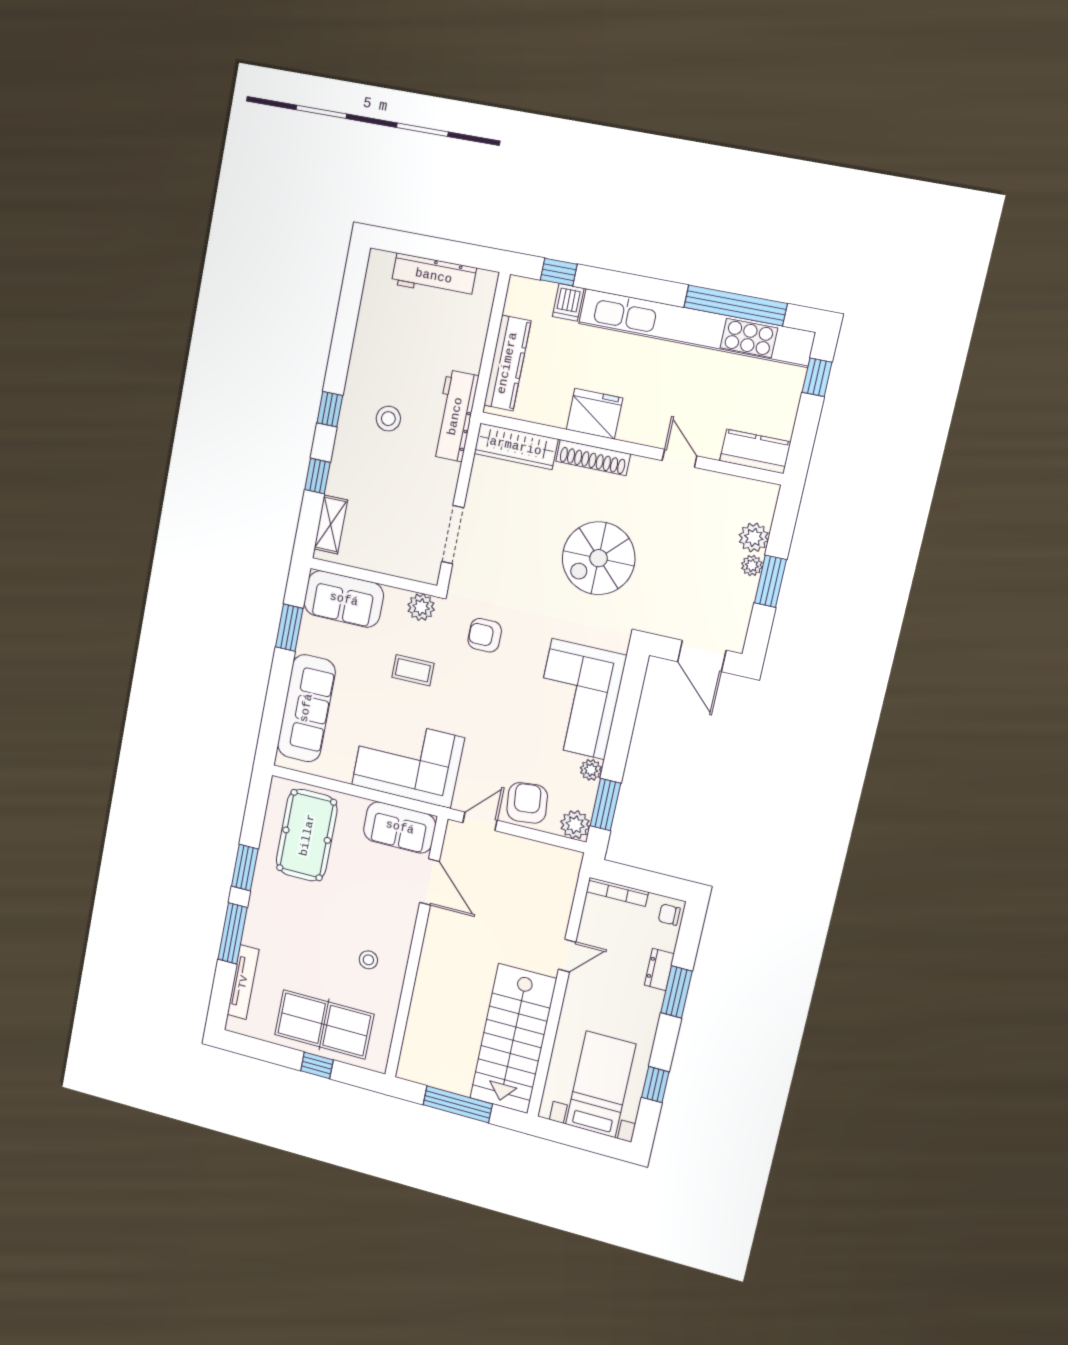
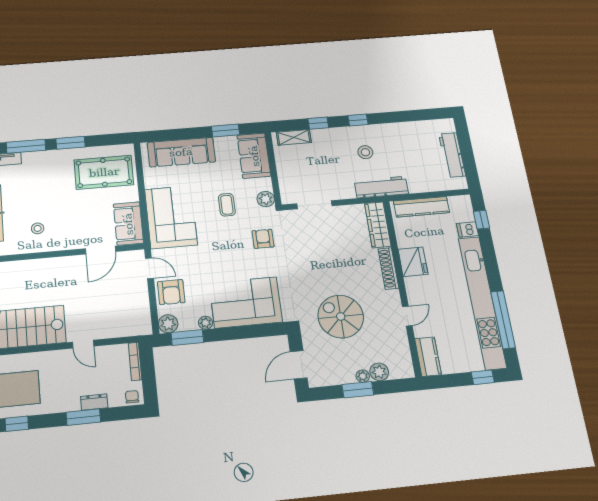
spiral stairs: (599, 558) -> (341, 316), moved
armchair: (527, 803) -> (171, 292), turned 96

